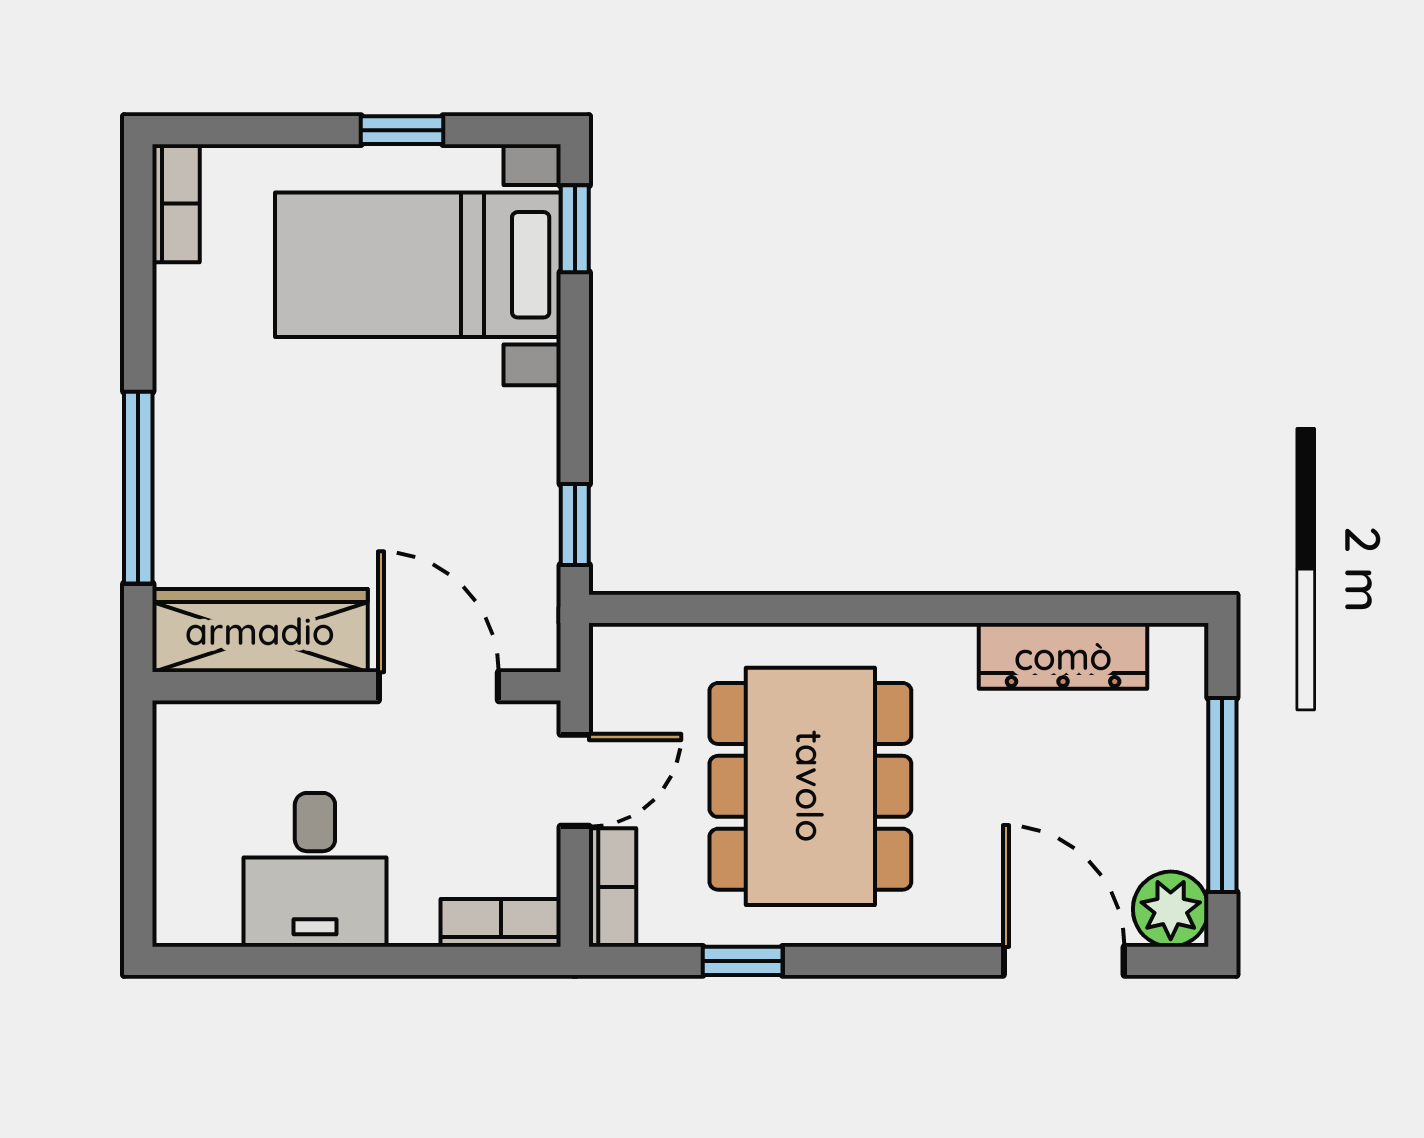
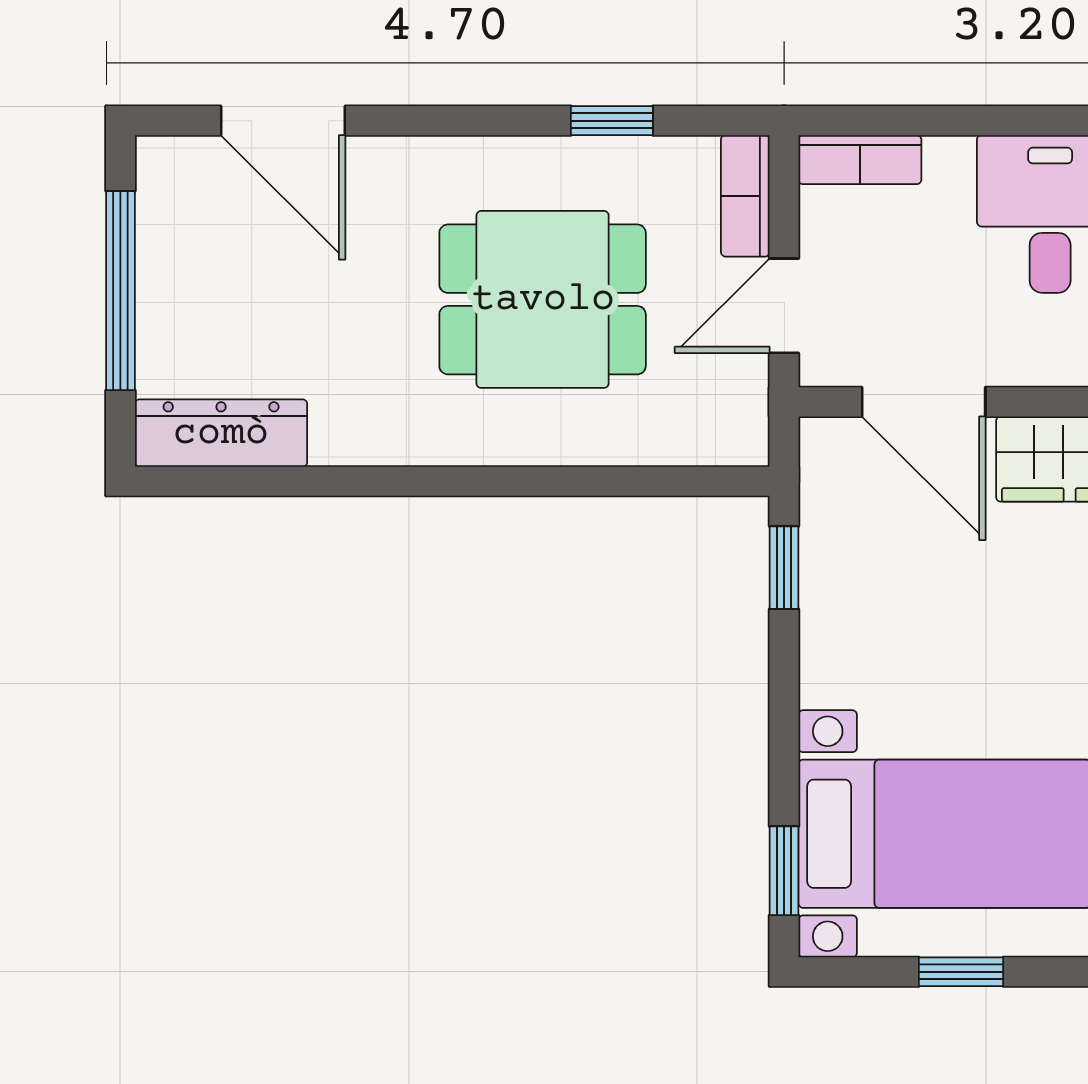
dresser: (1063, 656) -> (221, 433), moved
dining table: (810, 786) -> (543, 299), width x0.73
plant: (1171, 909) -> (173, 174), removed

